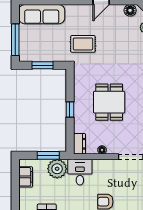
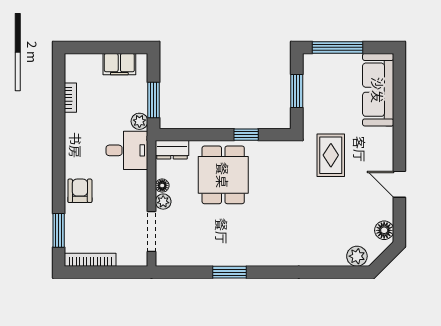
dining table: (109, 102) -> (223, 175), moved, turned 90
window: (70, 110) -> (246, 135), moved
plant: (112, 149) -> (163, 202), added
plant: (57, 169) -> (139, 121), width x0.53, depth x0.53

